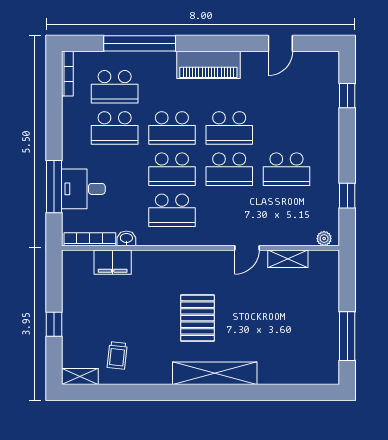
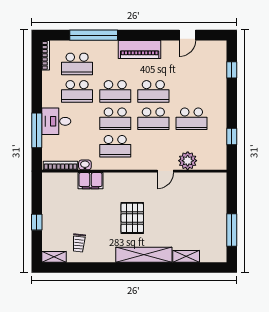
desk: (83, 189) -> (56, 121), moved
plant: (324, 239) -> (188, 161), moved, width x1.88, depth x1.88
shelving: (288, 259) -> (186, 256), moved
filing cabinet: (113, 262) -> (91, 181), moved

